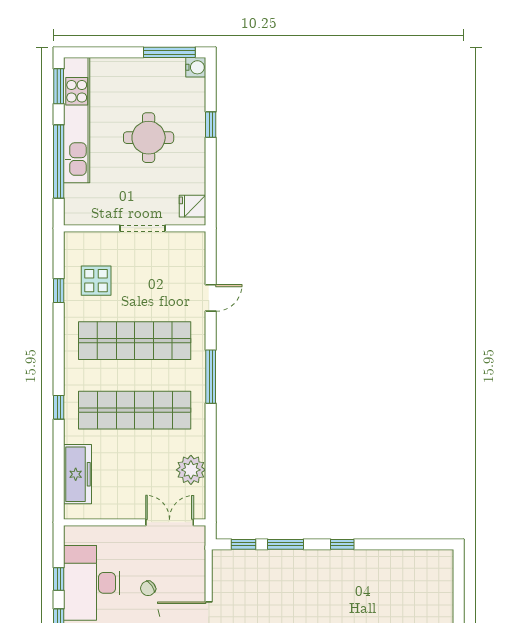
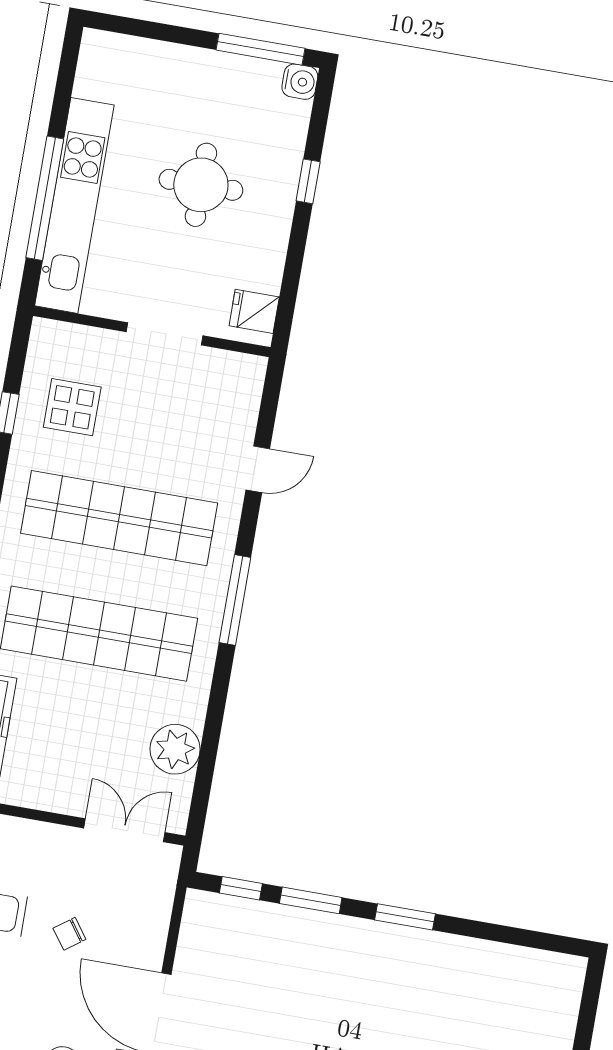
window: (59, 86) -> (67, 73), removed
kitchen unit: (77, 120) -> (74, 205), moved
window: (342, 544) -> (405, 917), width x1.50

